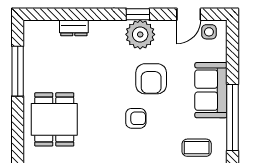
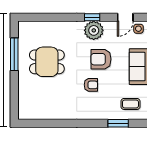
dresser: (74, 28) -> (51, 26), removed
armchair: (151, 79) -> (101, 59), turned 90
dining table: (54, 119) -> (47, 62), moved, turned 90

